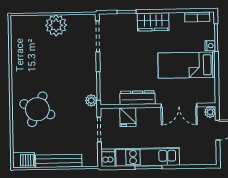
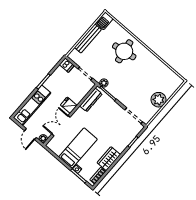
wardrobe: (153, 22) -> (109, 159), moved
dresser: (138, 98) -> (91, 100), moved
round table: (37, 109) -> (124, 51), turned -32
fridge: (128, 117) -> (69, 105), moved
kitchen unit: (148, 157) -> (32, 105), moved

